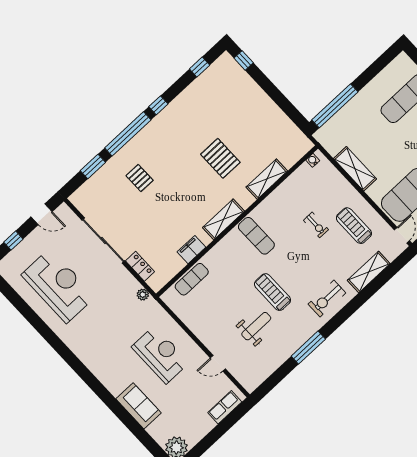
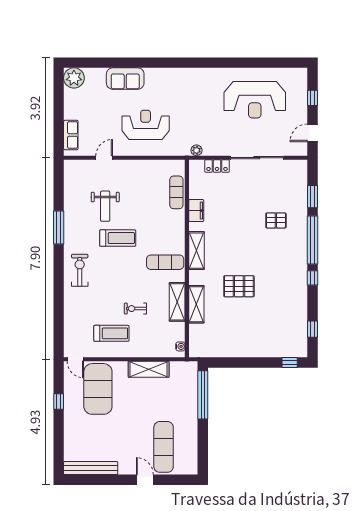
shelving: (369, 272) -> (177, 302), moved
reception desk: (160, 355) -> (146, 125), turned 180

